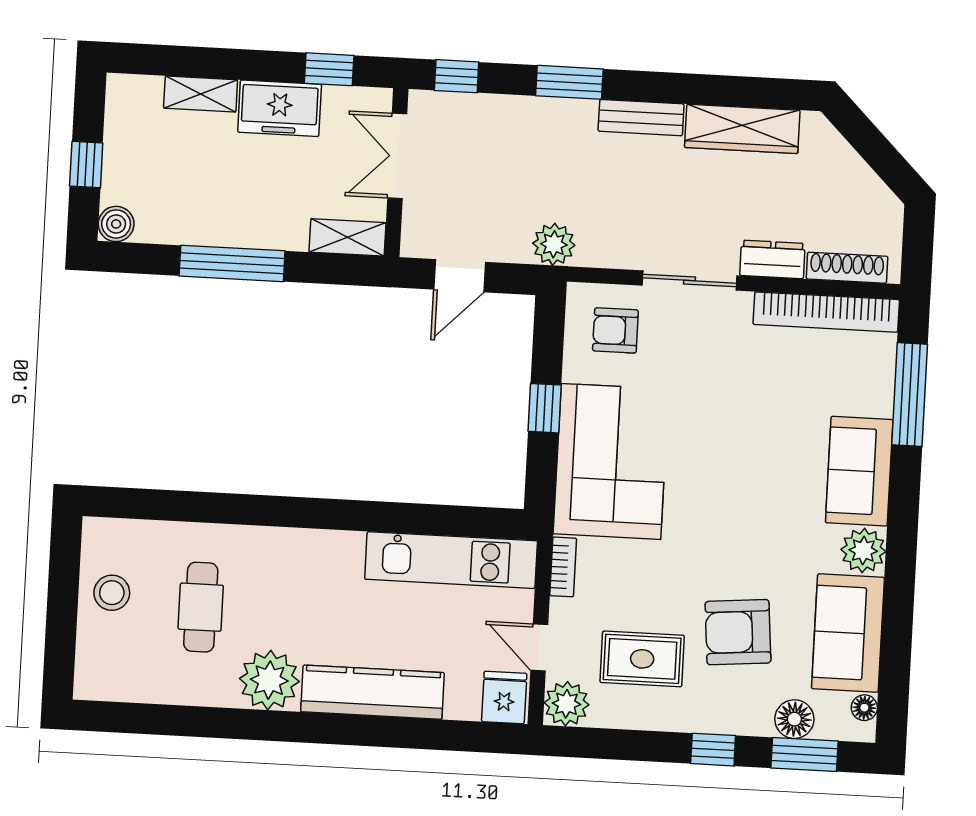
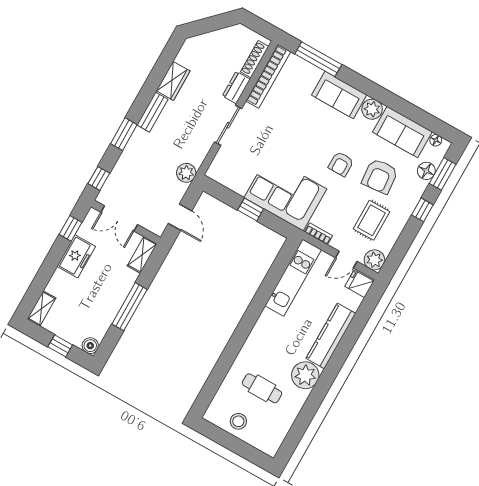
shelving: (201, 94) -> (42, 309), moved
wardrobe: (742, 129) -> (173, 81), width x0.67
armchair: (615, 330) -> (341, 164), moved

